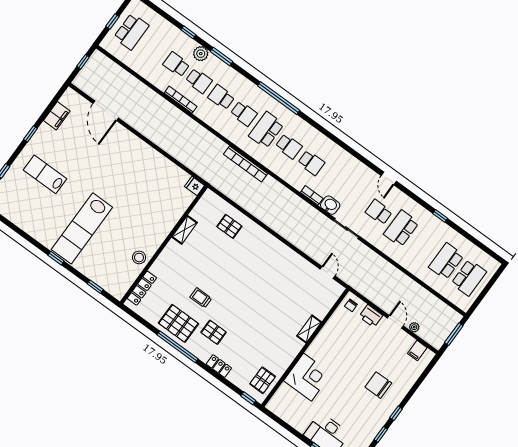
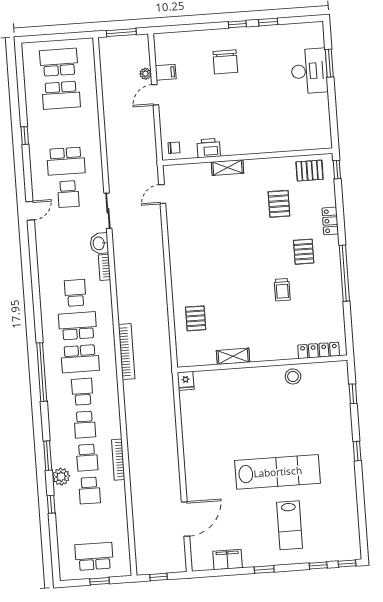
school desk: (199, 81) -> (87, 458), turned 180
school desk: (289, 146) -> (78, 326), width x1.85
lab bench: (82, 228) -> (278, 472), moved
printer: (371, 316) -> (209, 148), moved, turned -90
pallet: (178, 323) -> (279, 204), moved, width x0.67, depth x0.71
filing cabinet: (417, 351) -> (166, 72), moved
corner desk: (308, 377) -> (272, 132), removed

